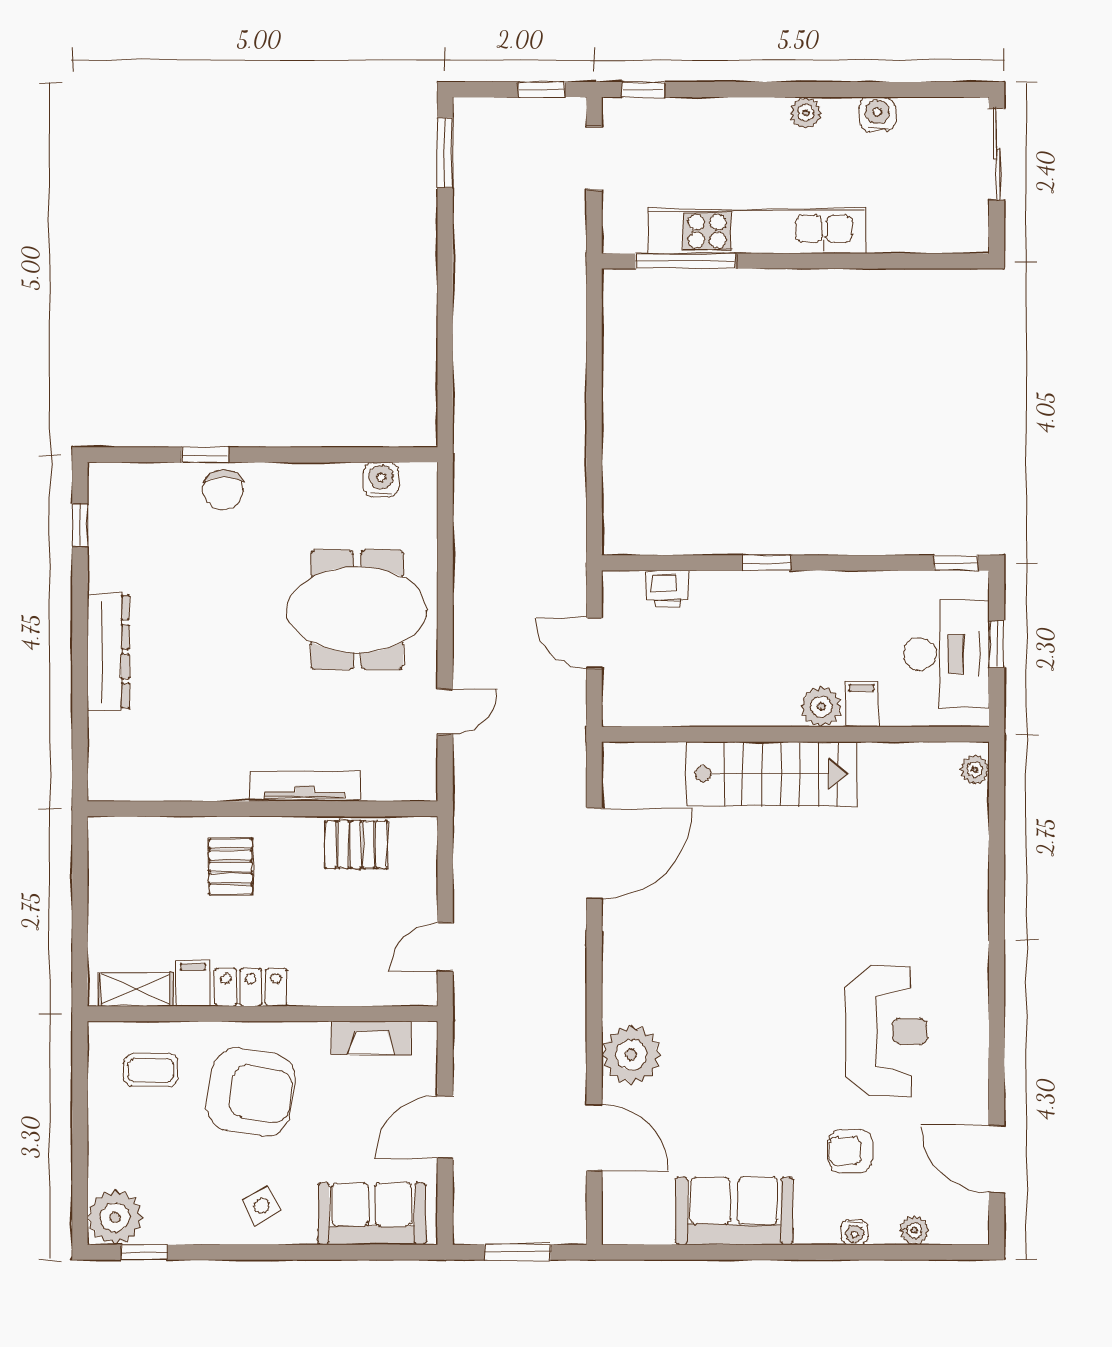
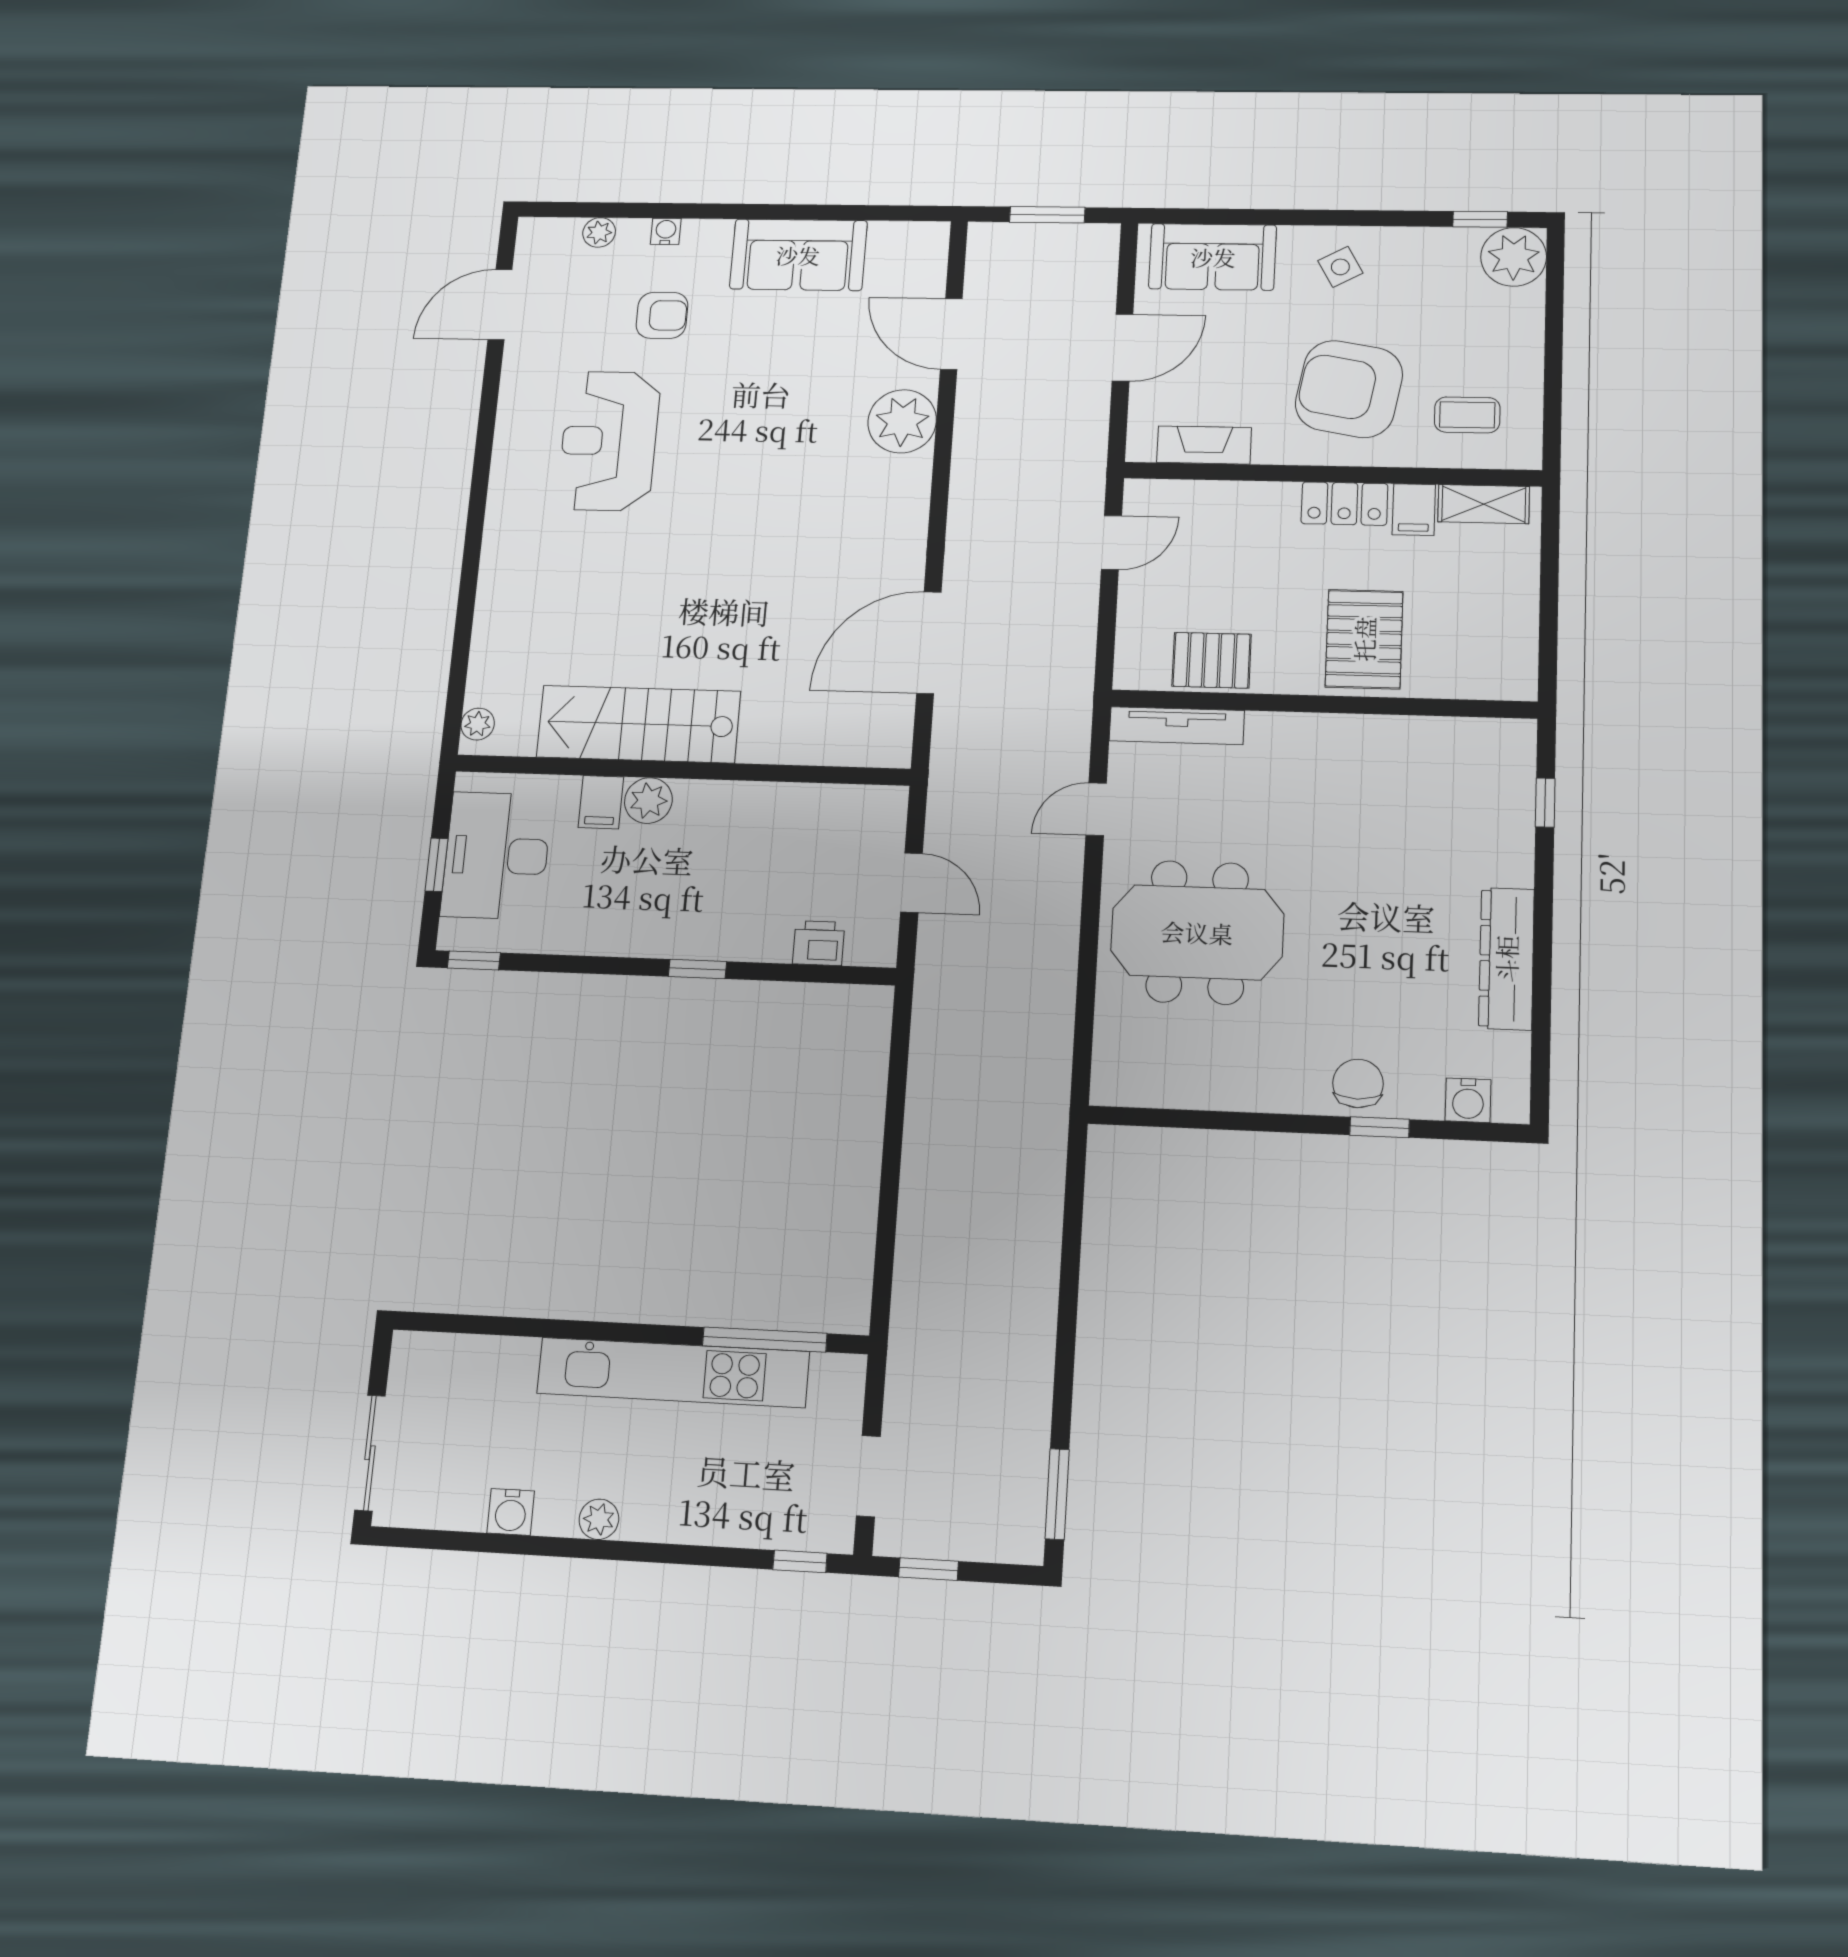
water cooler: (381, 480) -> (1468, 1100), moved
window: (80, 525) -> (1545, 803), moved
dresser: (108, 652) -> (1506, 959), moved
stairs: (771, 774) -> (639, 724), moved
tv unit: (305, 786) -> (1177, 726), moved
pallet: (231, 867) -> (1364, 639), width x1.50, depth x1.42
door: (997, 1159) -> (500, 305), swing flipped

